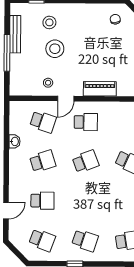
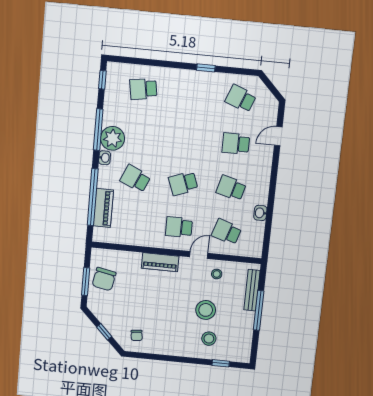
bench: (15, 34) -> (252, 290), moved
school desk: (43, 161) -> (231, 188), turned 33
school desk: (85, 240) -> (192, 94), removed

